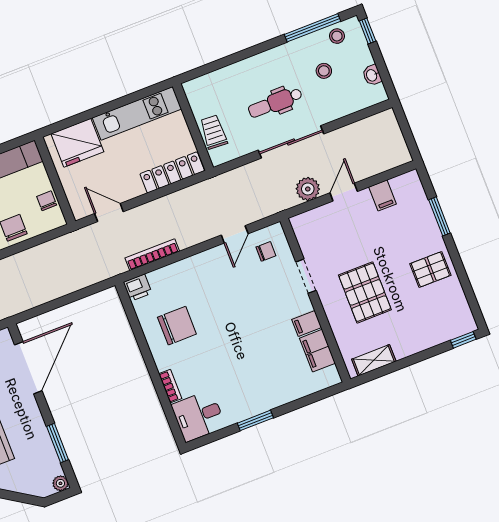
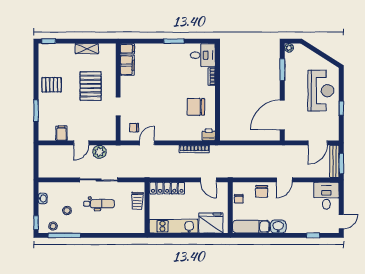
filing cabinet: (307, 323) -> (127, 49), moved
shelving: (374, 360) -> (87, 49), moved

